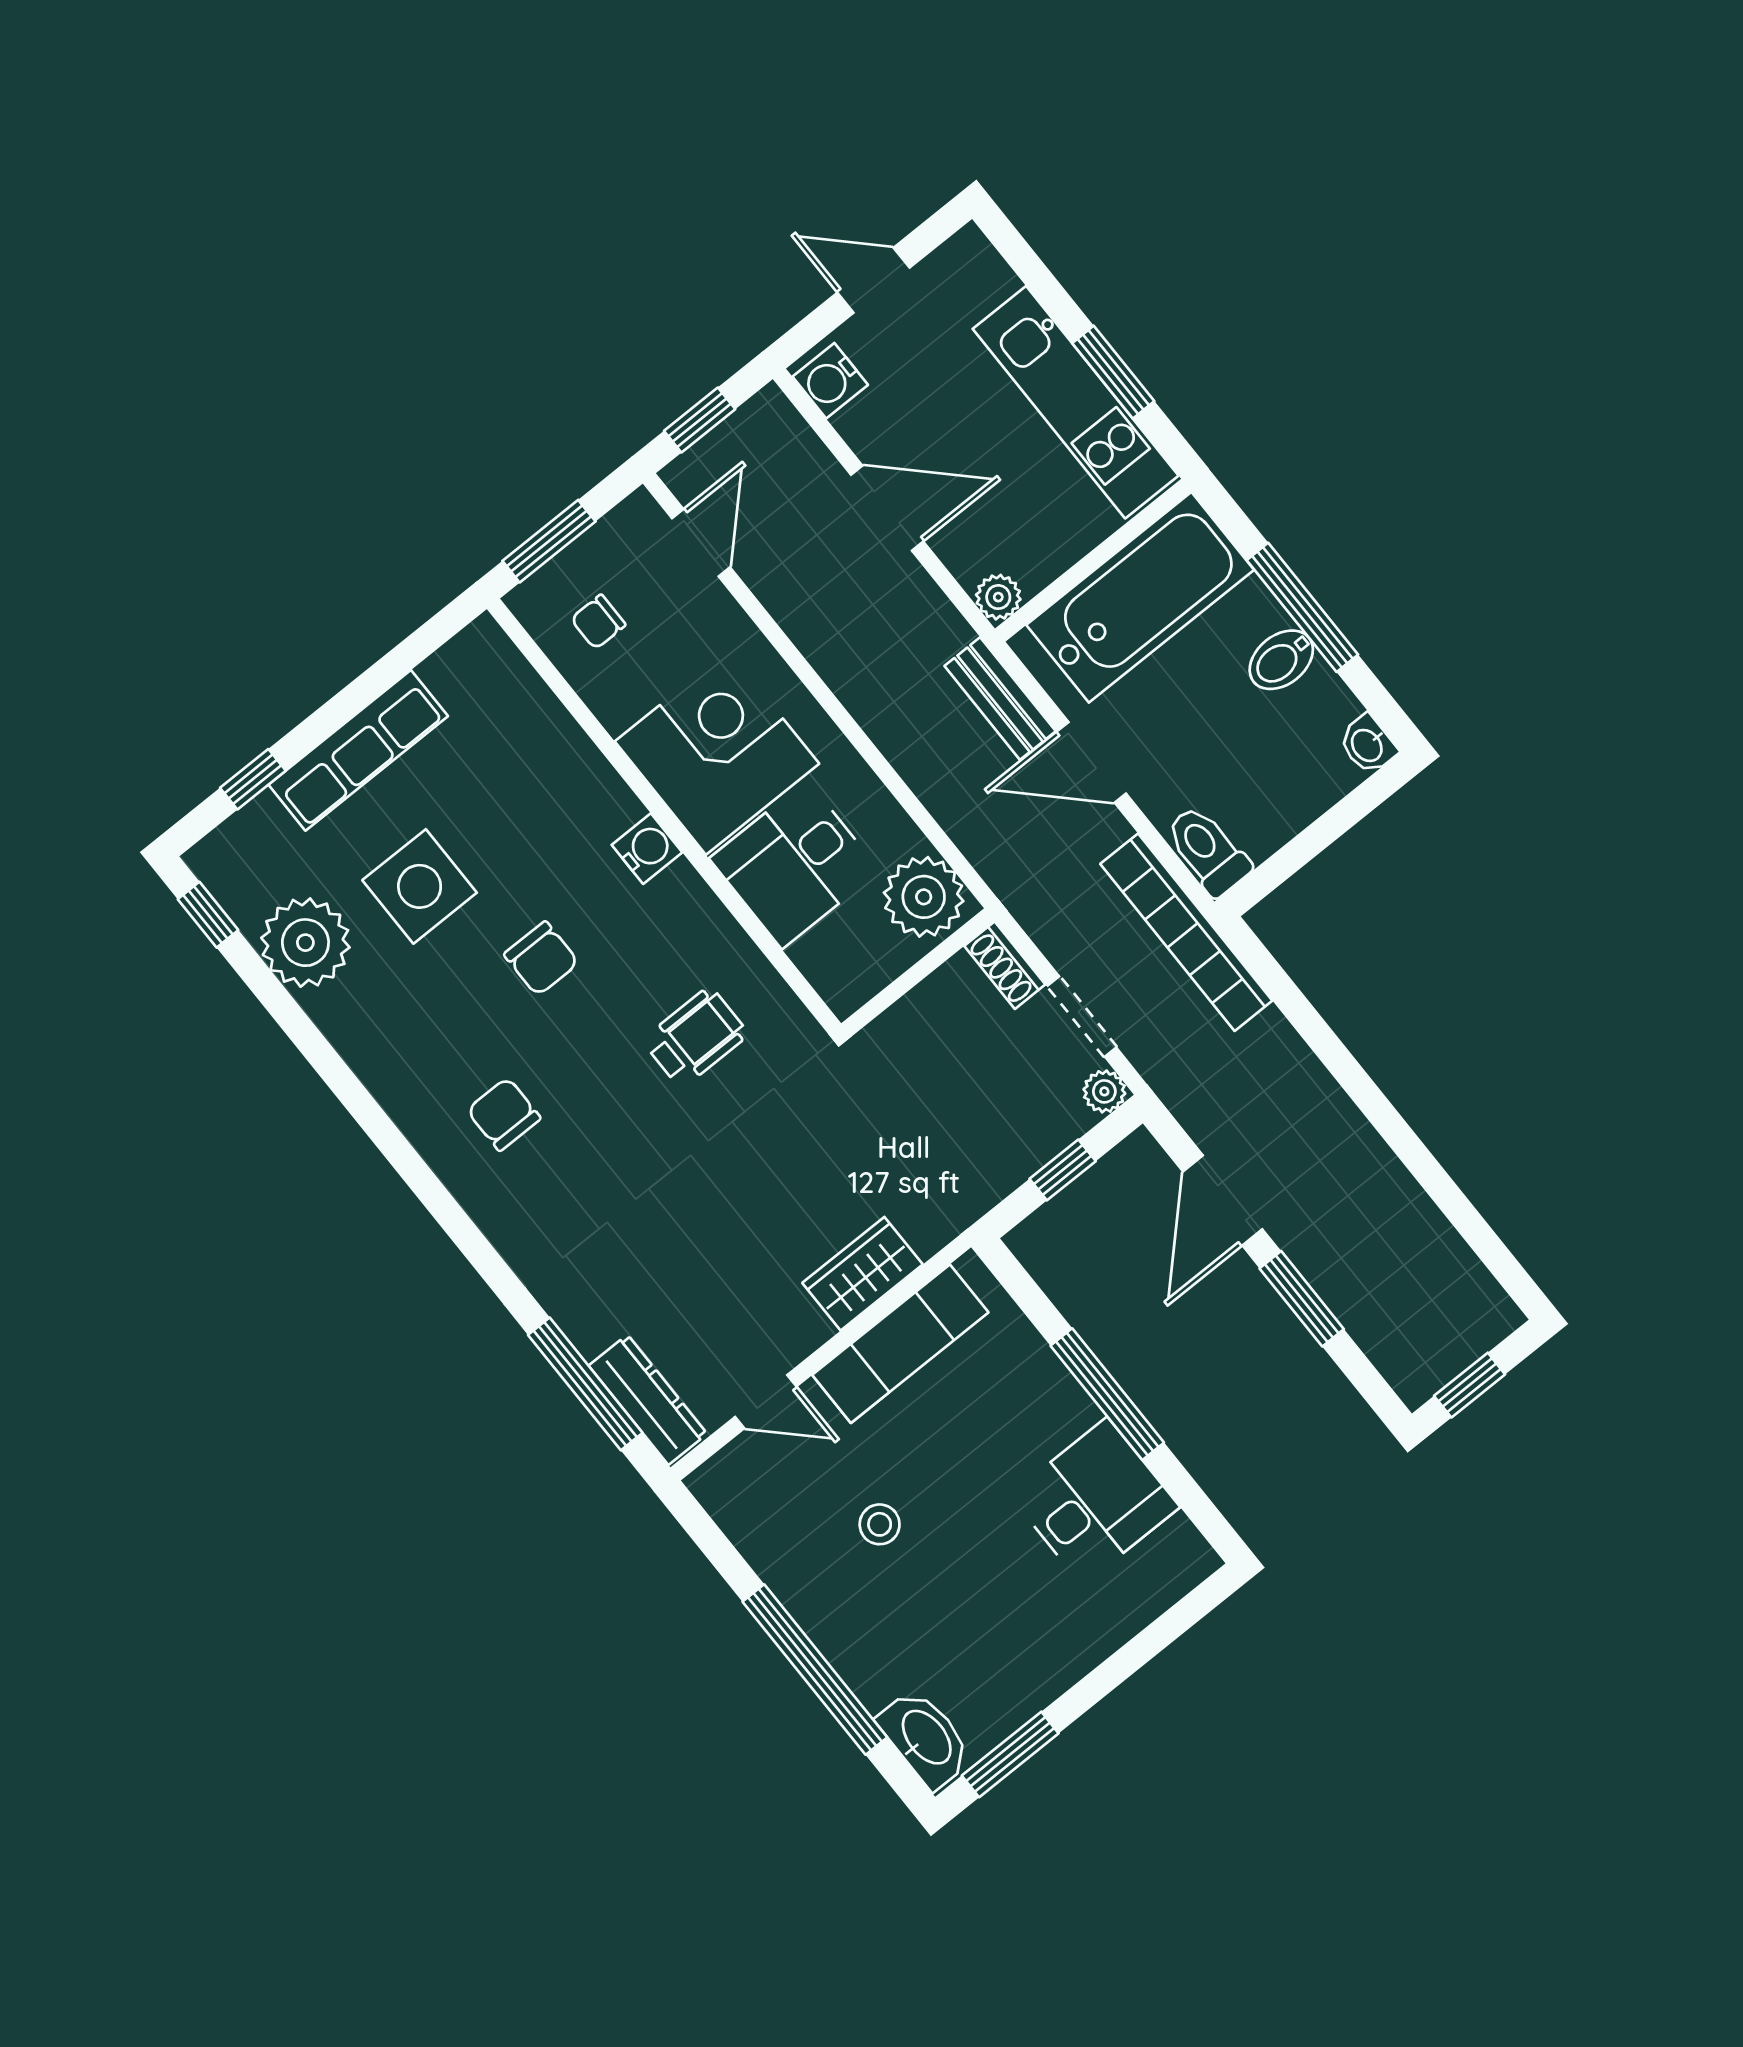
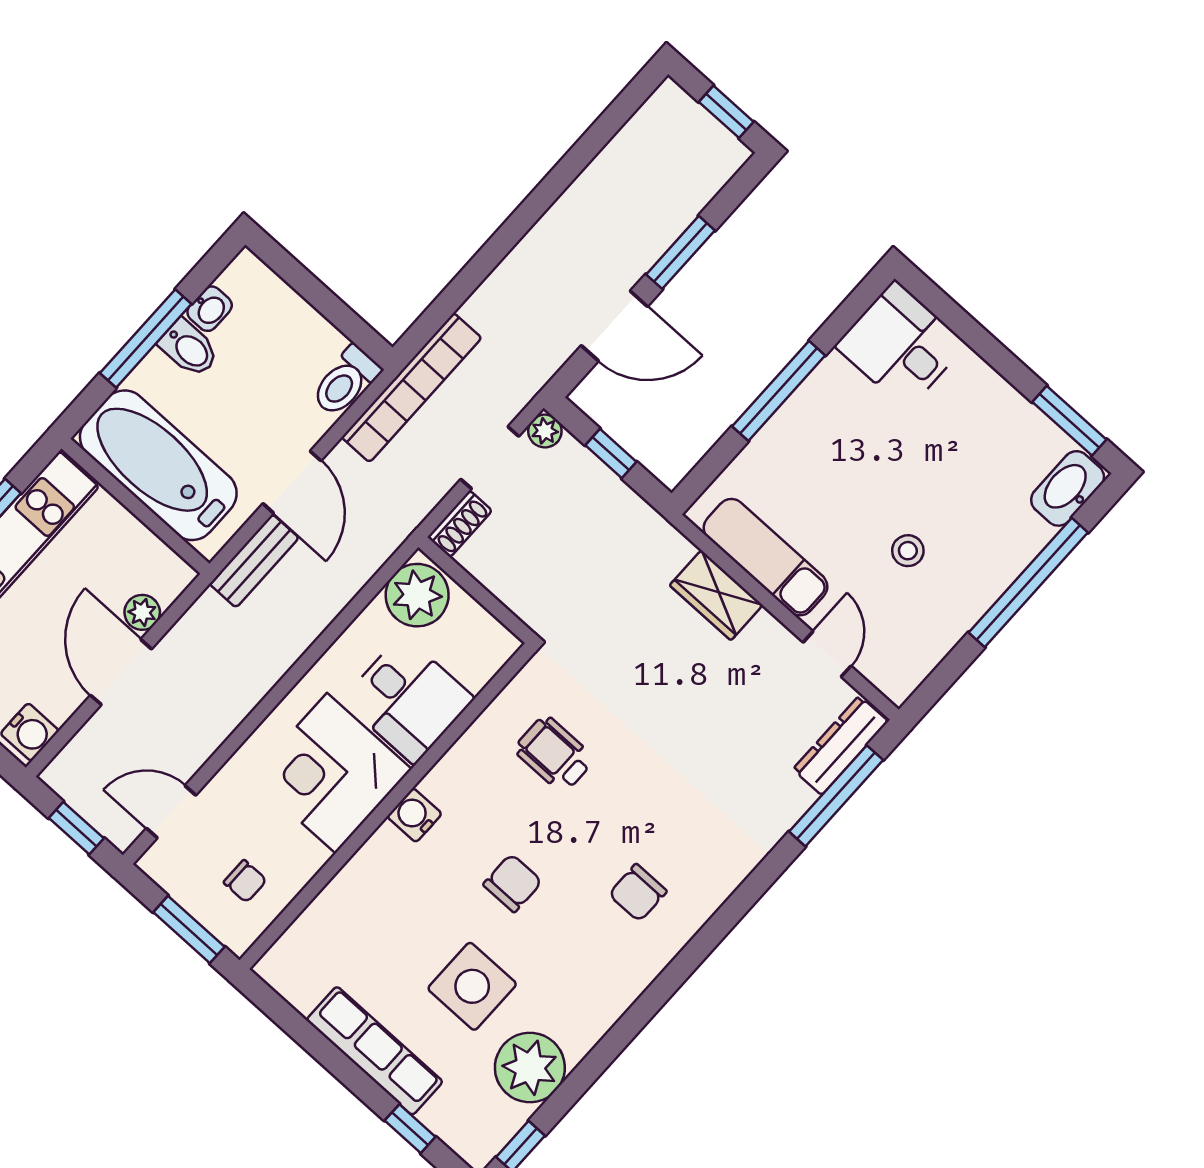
plant: (998, 597) -> (142, 612), moved
washbasin: (1368, 745) -> (210, 309), moved
desk: (1095, 1501) -> (901, 345), moved

